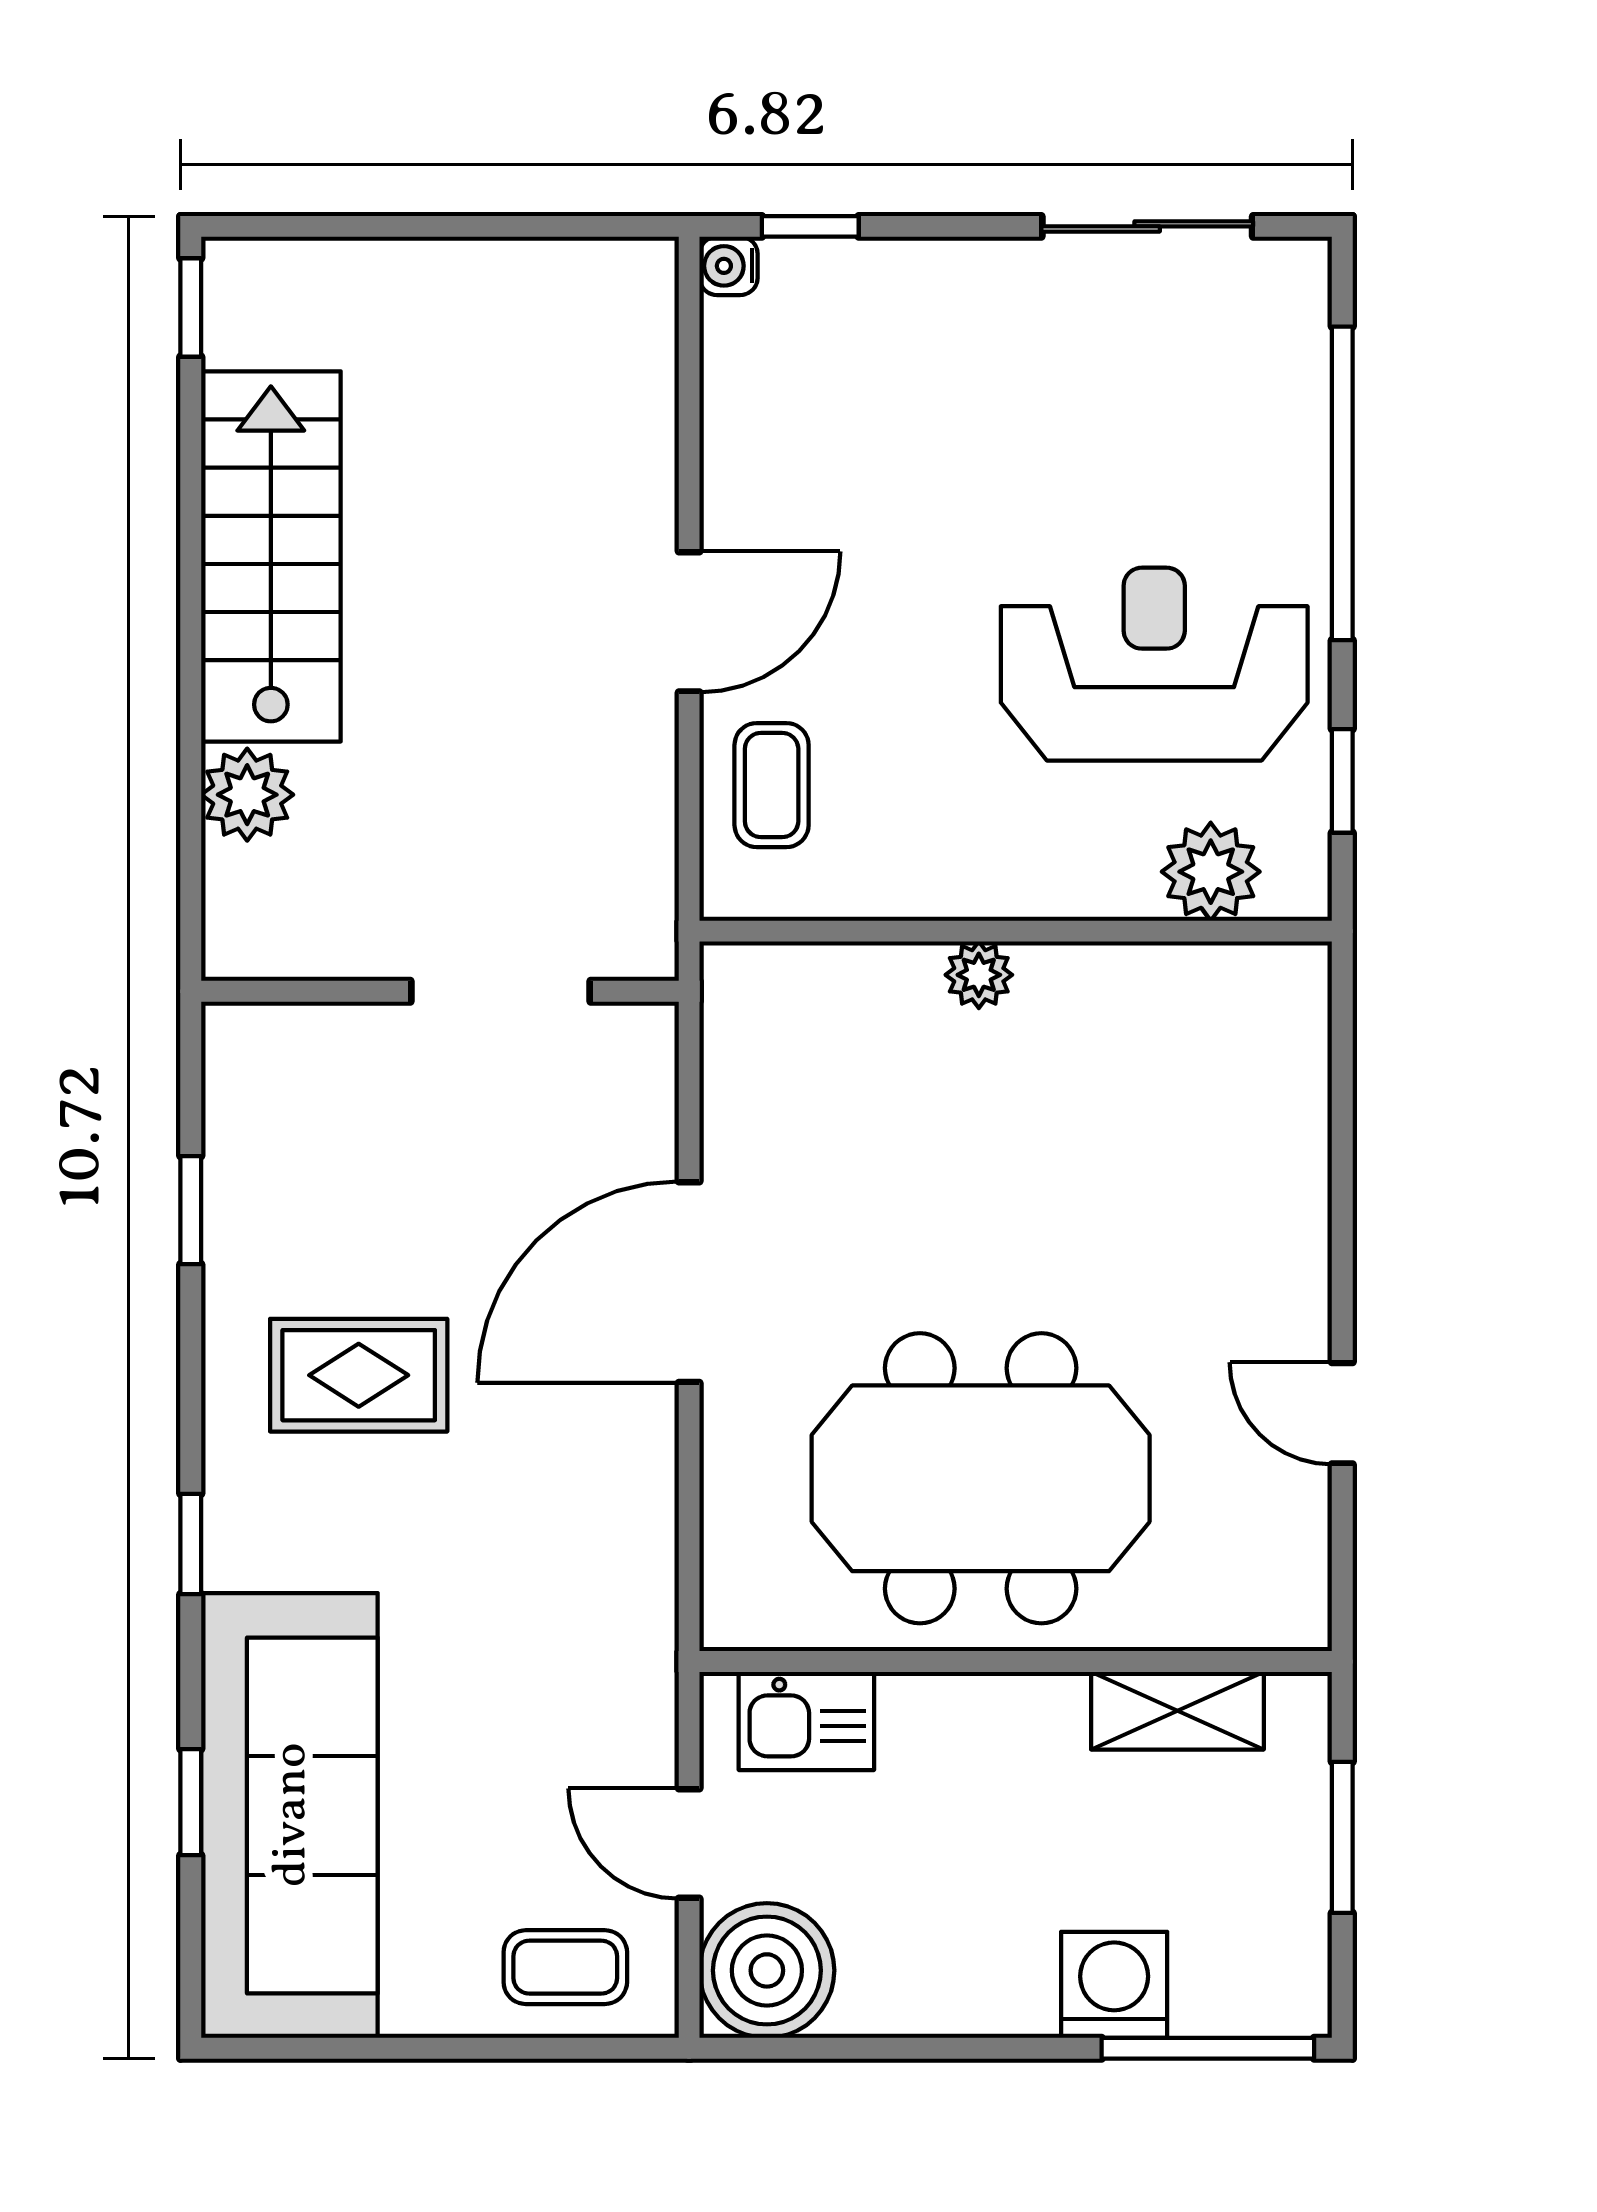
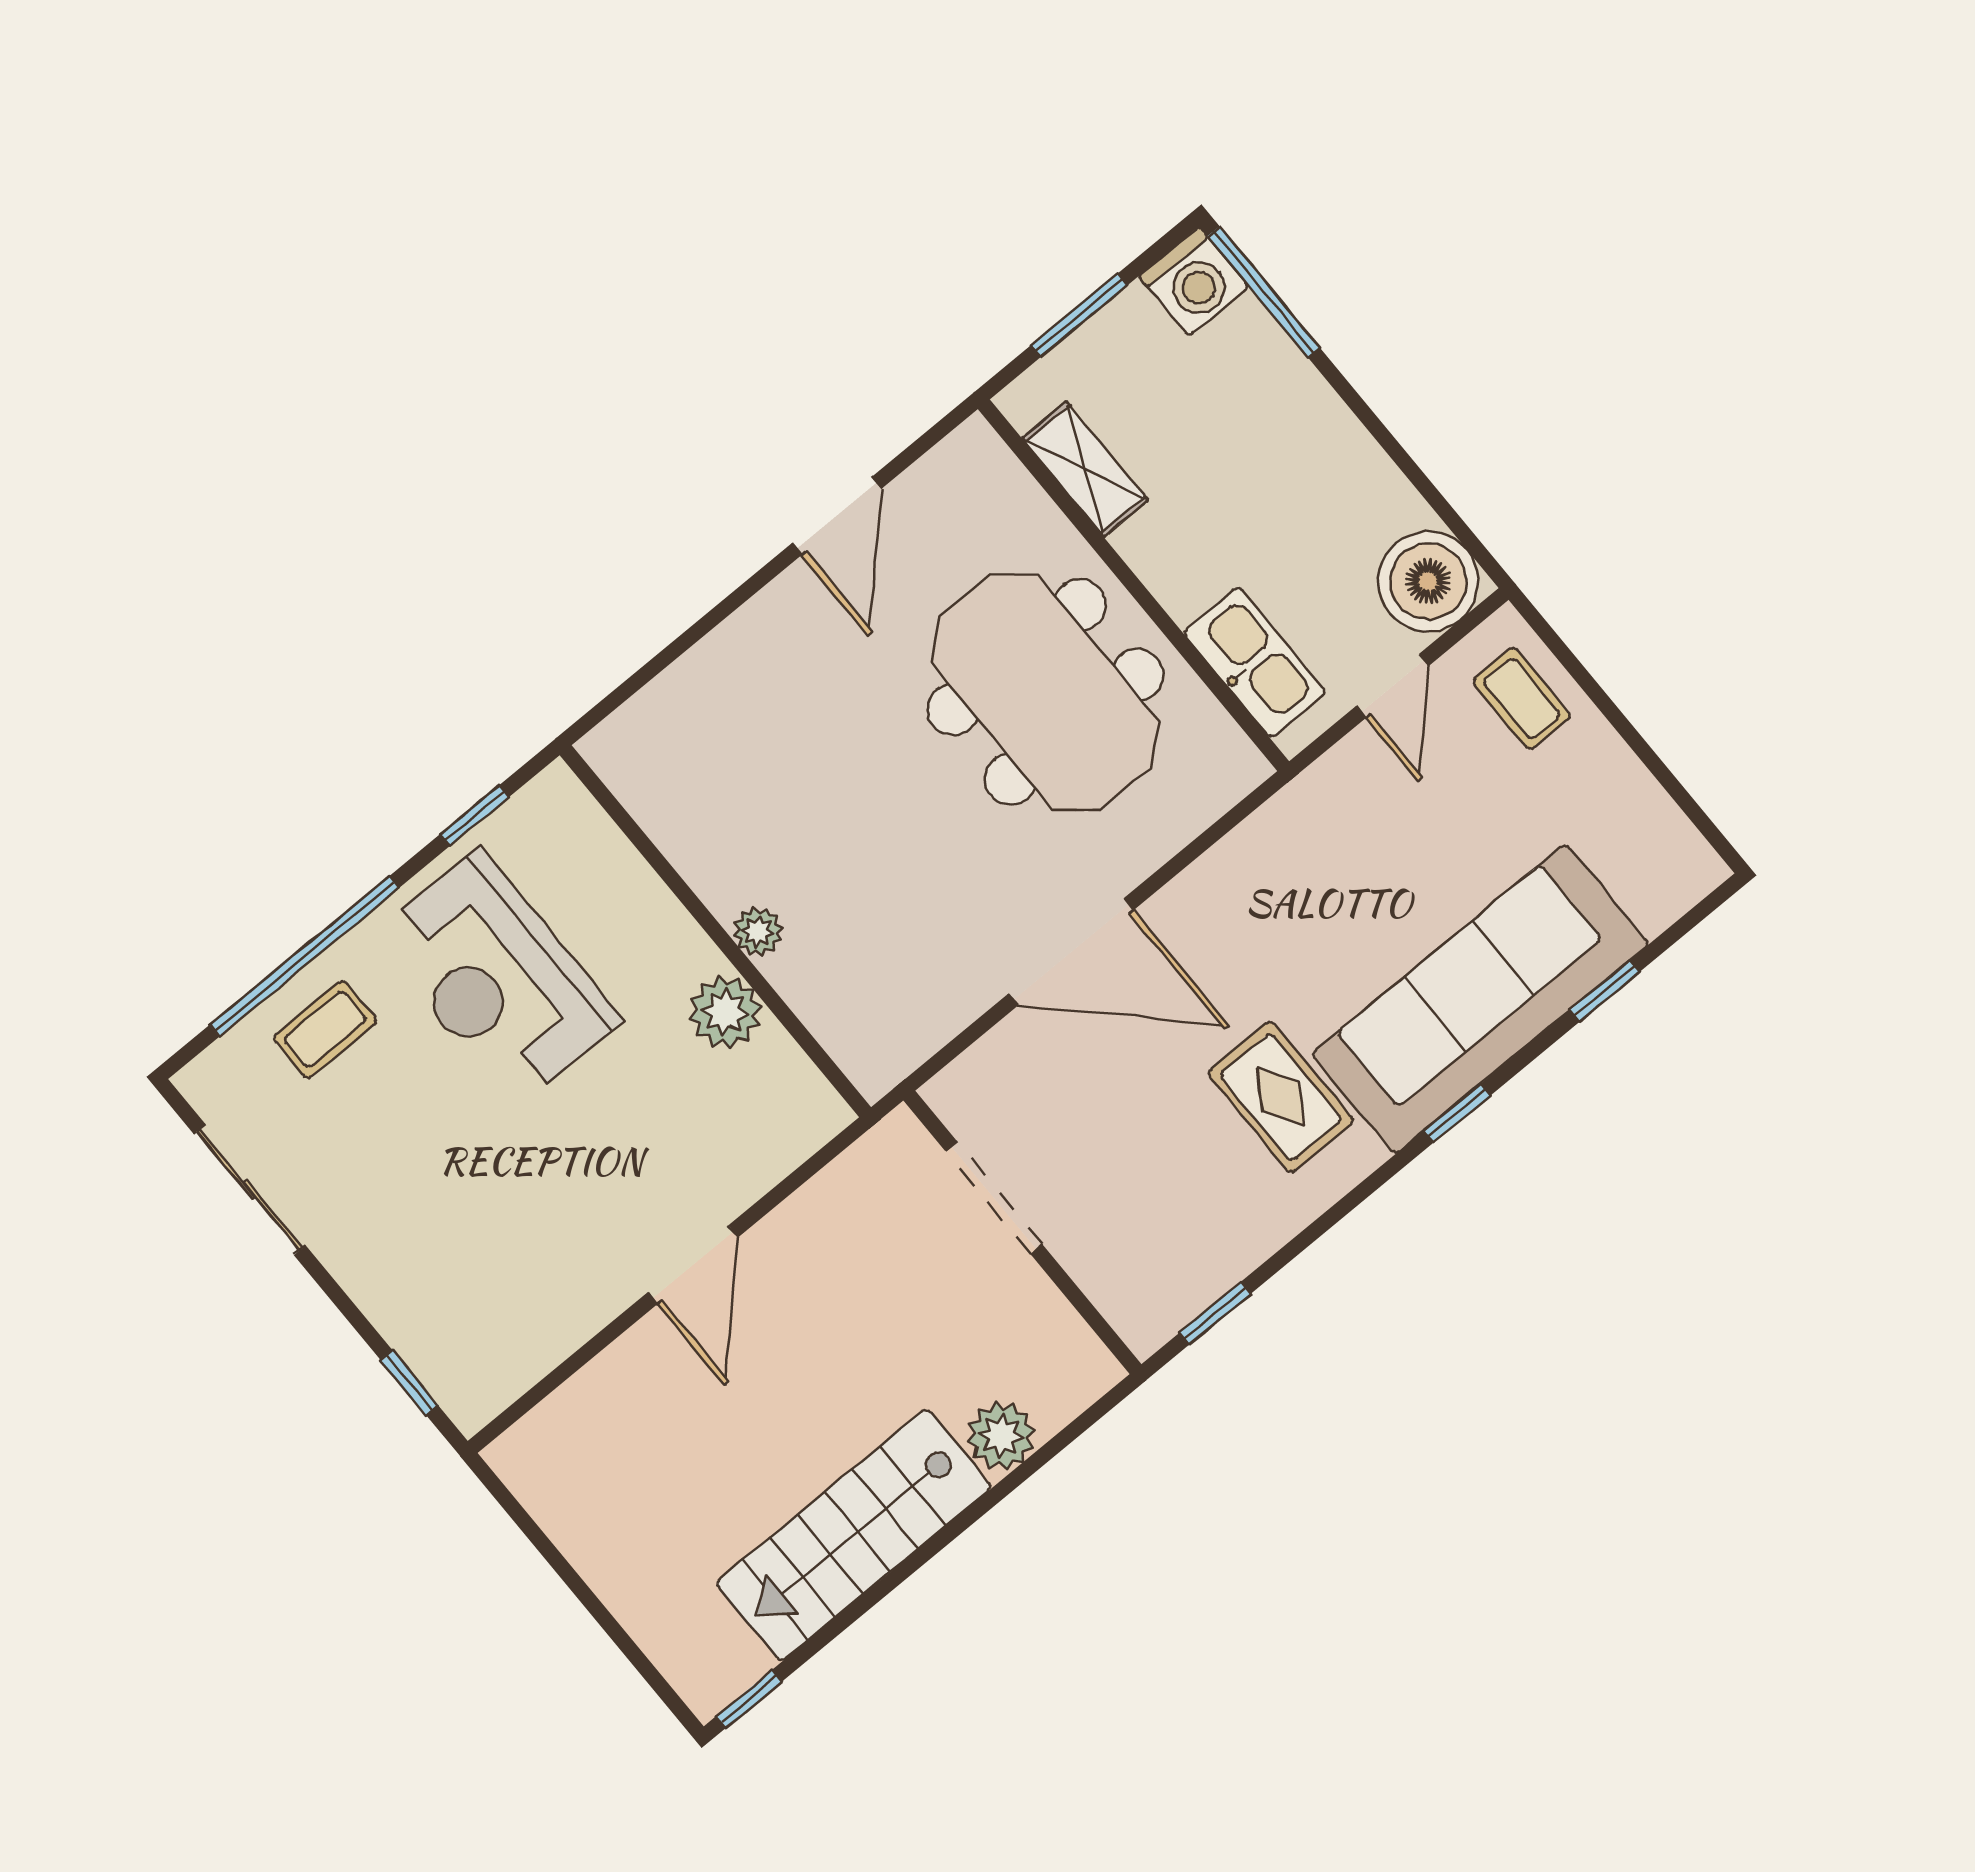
water cooler: (729, 266) -> (471, 1411), removed
door: (689, 622) -> (693, 1265), swing flipped
coffee table: (772, 785) -> (325, 1029), moved
plant: (1211, 872) -> (725, 1012), moved
window: (191, 1210) -> (1215, 1313), moved
door: (1342, 1413) -> (837, 516), width x1.38
kitchen sink: (806, 1721) -> (1255, 662), width x1.38
sofa: (289, 1815) -> (1480, 999), moved
washing machine: (1114, 1985) -> (1194, 281), moved, turned -90

